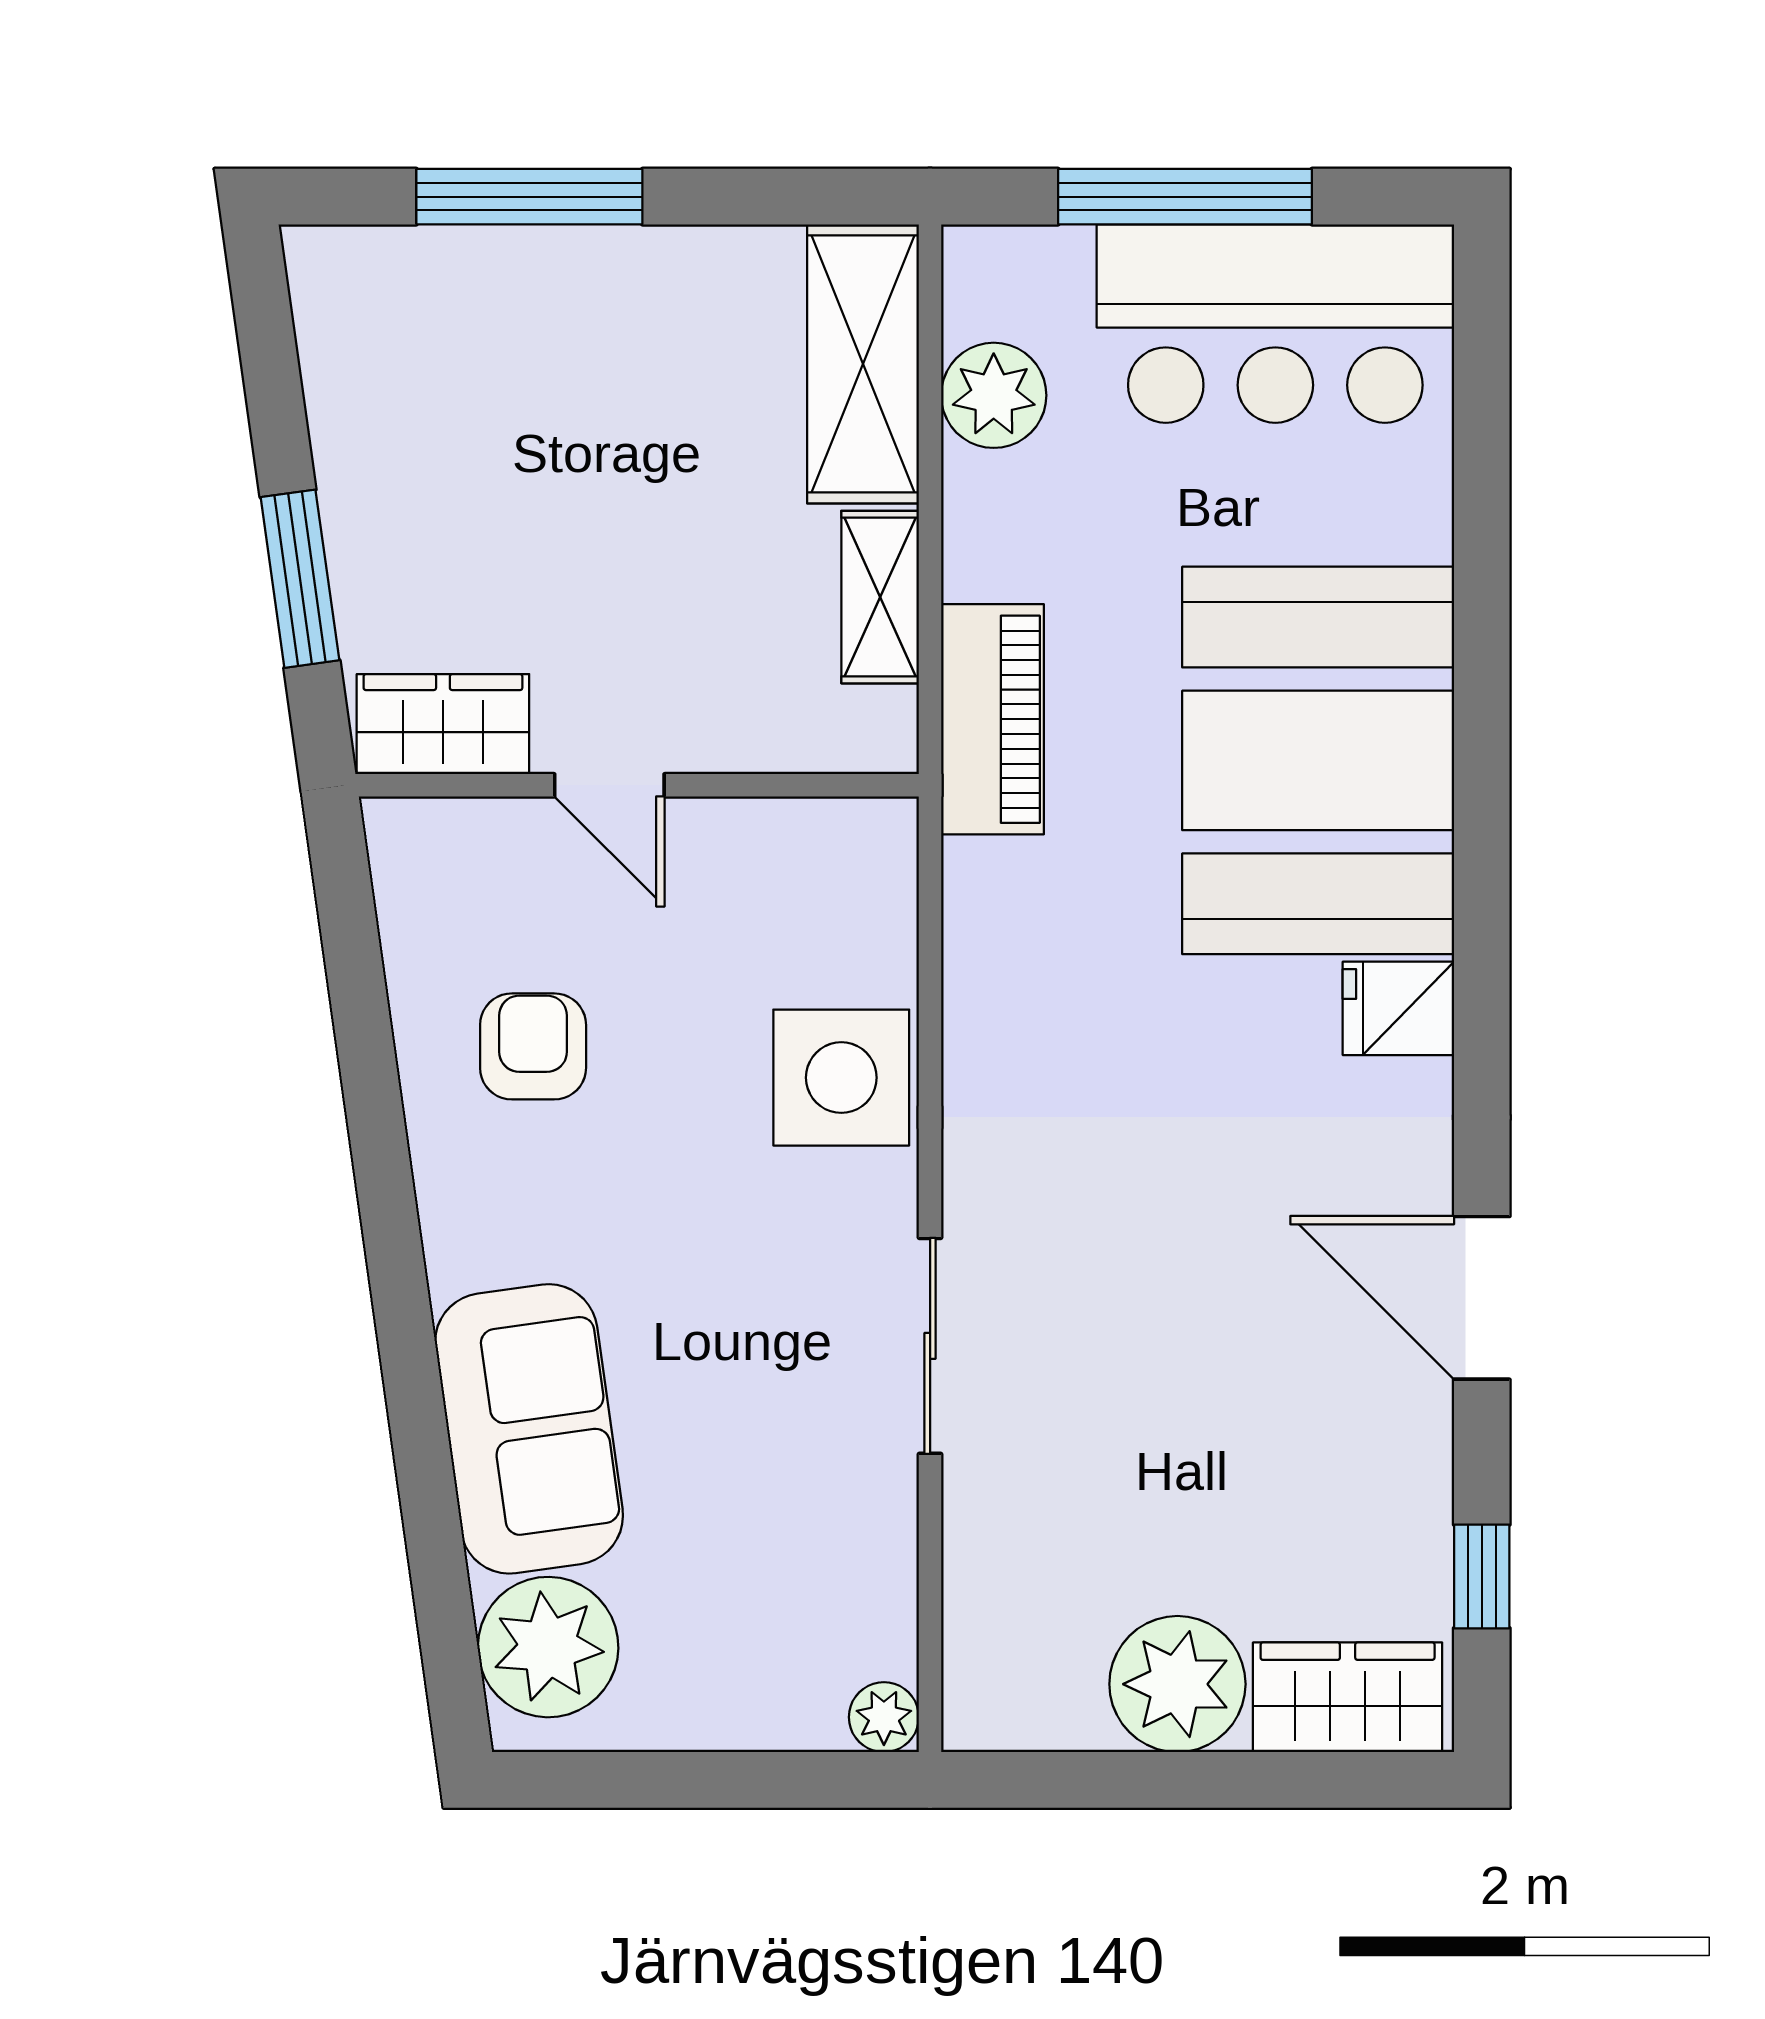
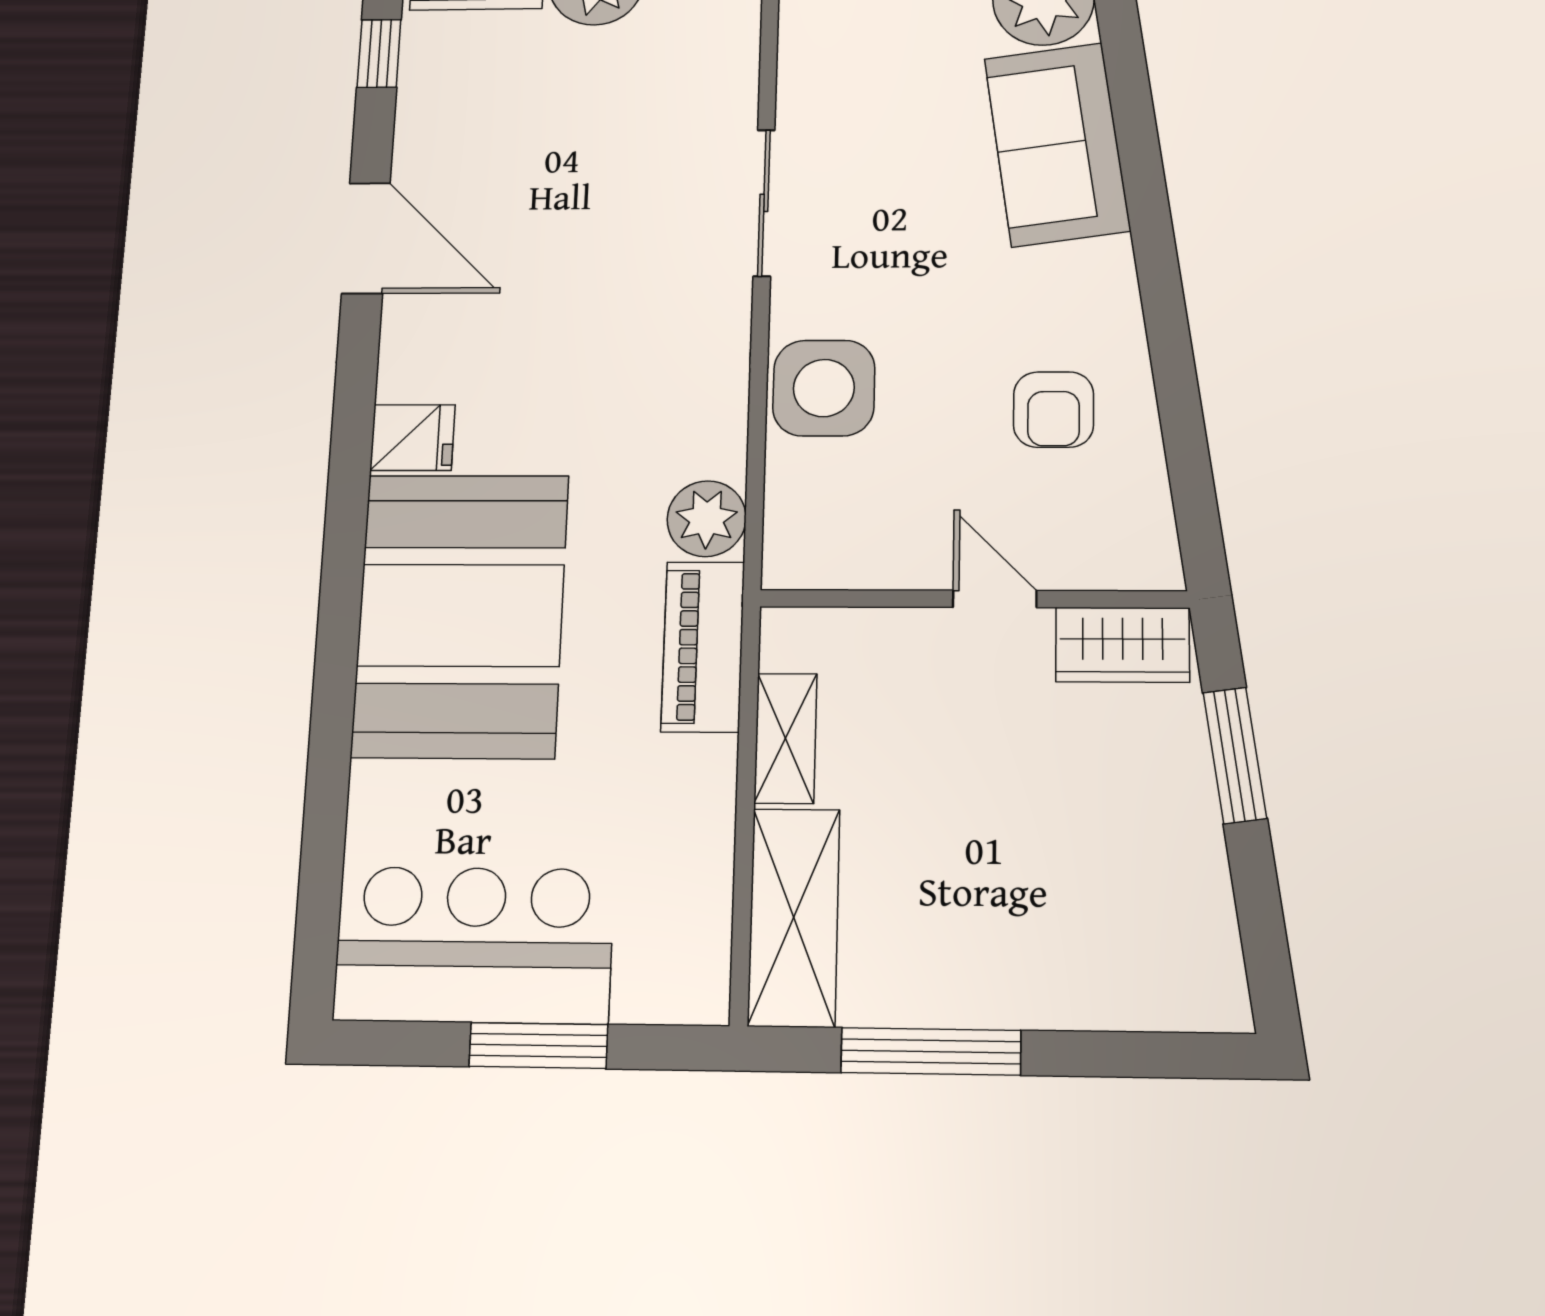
window: (529, 197) -> (931, 1051), moved
window: (1185, 197) -> (538, 1045), width x0.69
plant: (994, 395) -> (707, 519), moved

